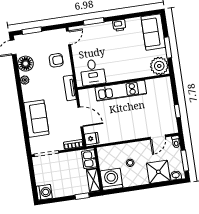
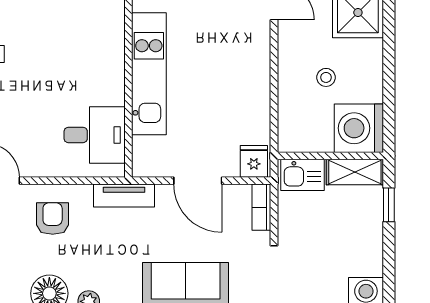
door: (80, 117) -> (198, 181), swing flipped

